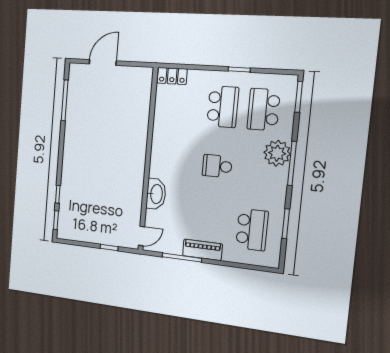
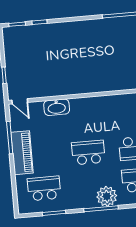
school desk: (217, 166) -> (88, 152), width x1.85
school desk: (252, 230) -> (44, 188), turned 180
piano: (202, 250) -> (22, 153), width x1.37, depth x1.33

